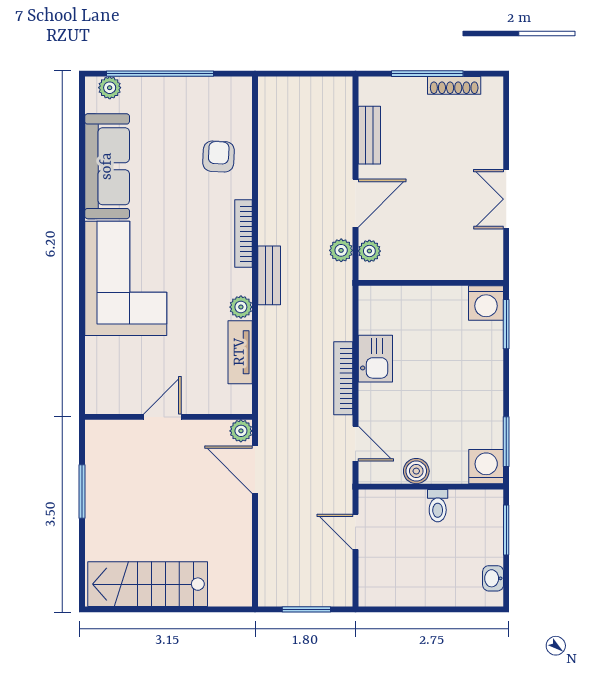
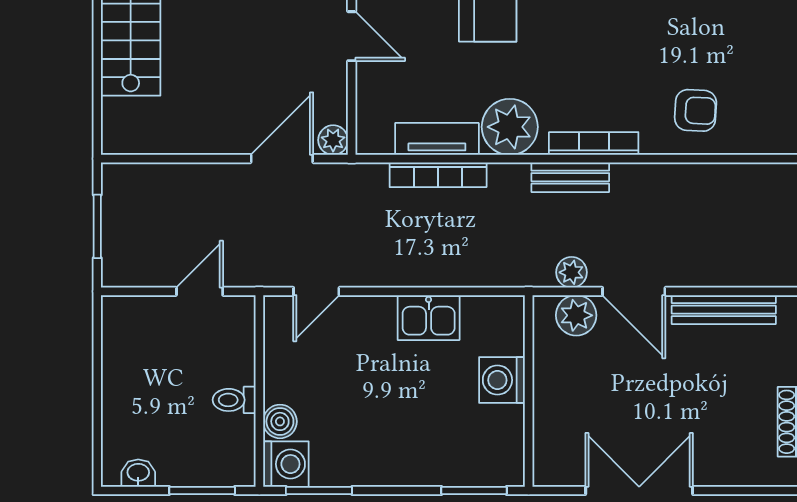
bench: (369, 135) -> (724, 310), width x1.36
double door: (506, 199) -> (639, 490), width x1.37
plant: (369, 251) -> (576, 315), width x1.38, depth x1.38
bench: (269, 275) -> (570, 177), moved
washing machine: (486, 303) -> (502, 380), moved
plant: (241, 307) -> (510, 127), width x1.87, depth x1.87
bookcase: (343, 378) -> (438, 175), moved, turned 180
boiler: (416, 471) -> (280, 421), moved

